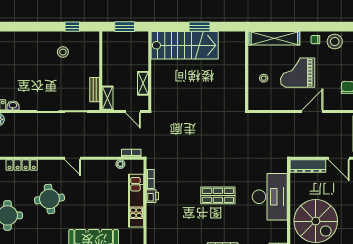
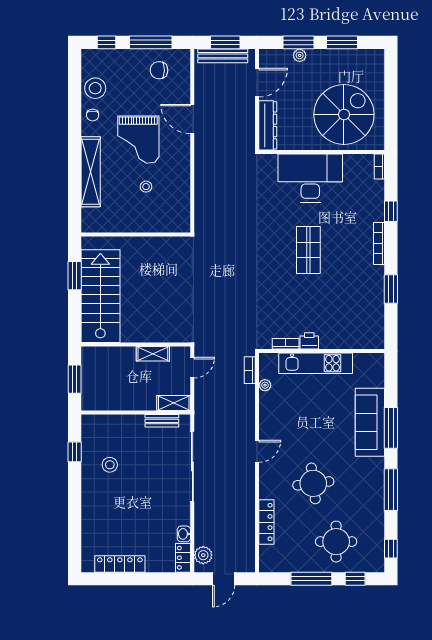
wall: (247, 71) -> (136, 235), moved

